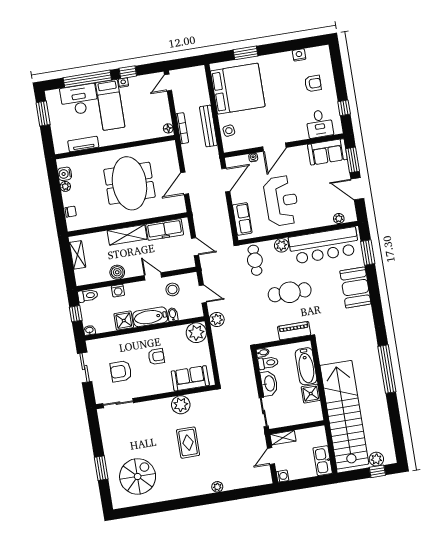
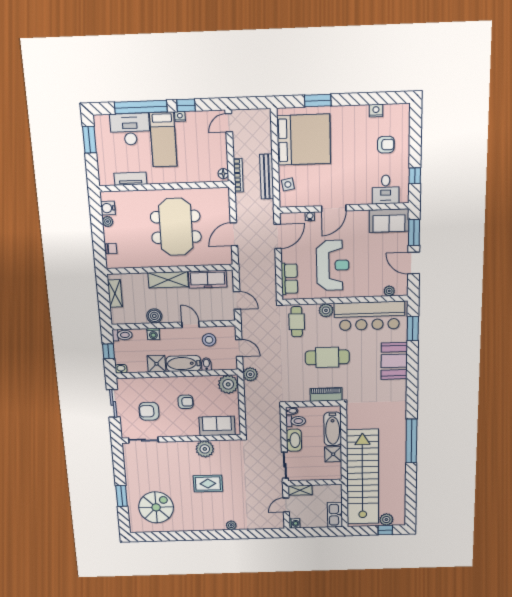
rug: (188, 443) -> (208, 484), turned 90

